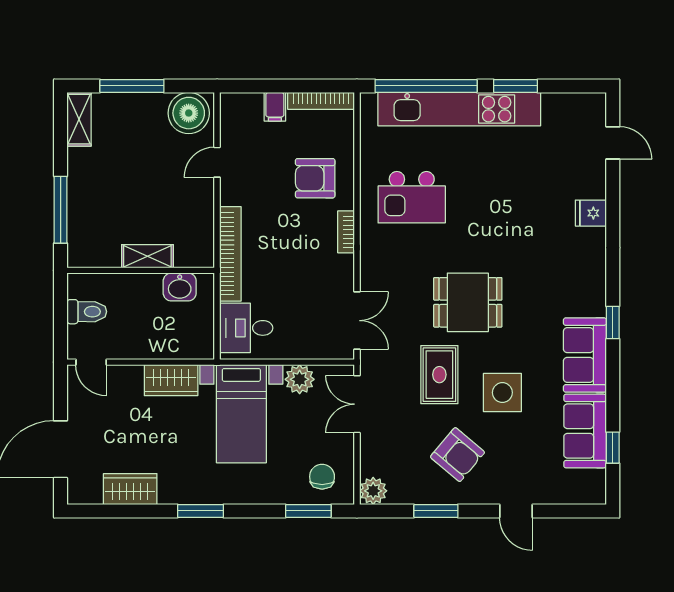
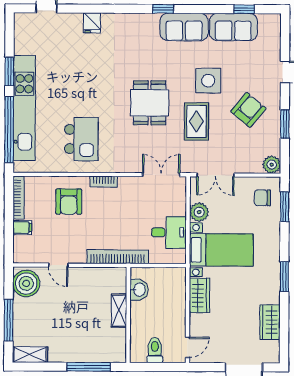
desk: (246, 328) -> (169, 232), moved, turned -90
rug: (439, 375) -> (196, 121), turned 90

